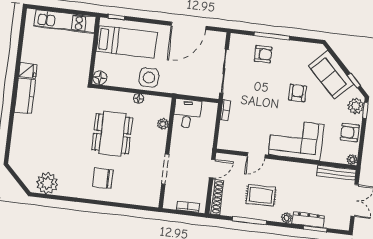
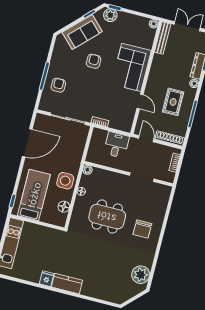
door: (189, 26) -> (27, 143), hinge flipped
floor lamp: (100, 78) -> (64, 207), moved
armchair: (298, 93) -> (94, 61), turned 90
desk: (187, 114) -> (116, 145), moved, turned 90
plant: (163, 124) -> (87, 170), moved
armchair: (350, 132) -> (131, 23), removed

